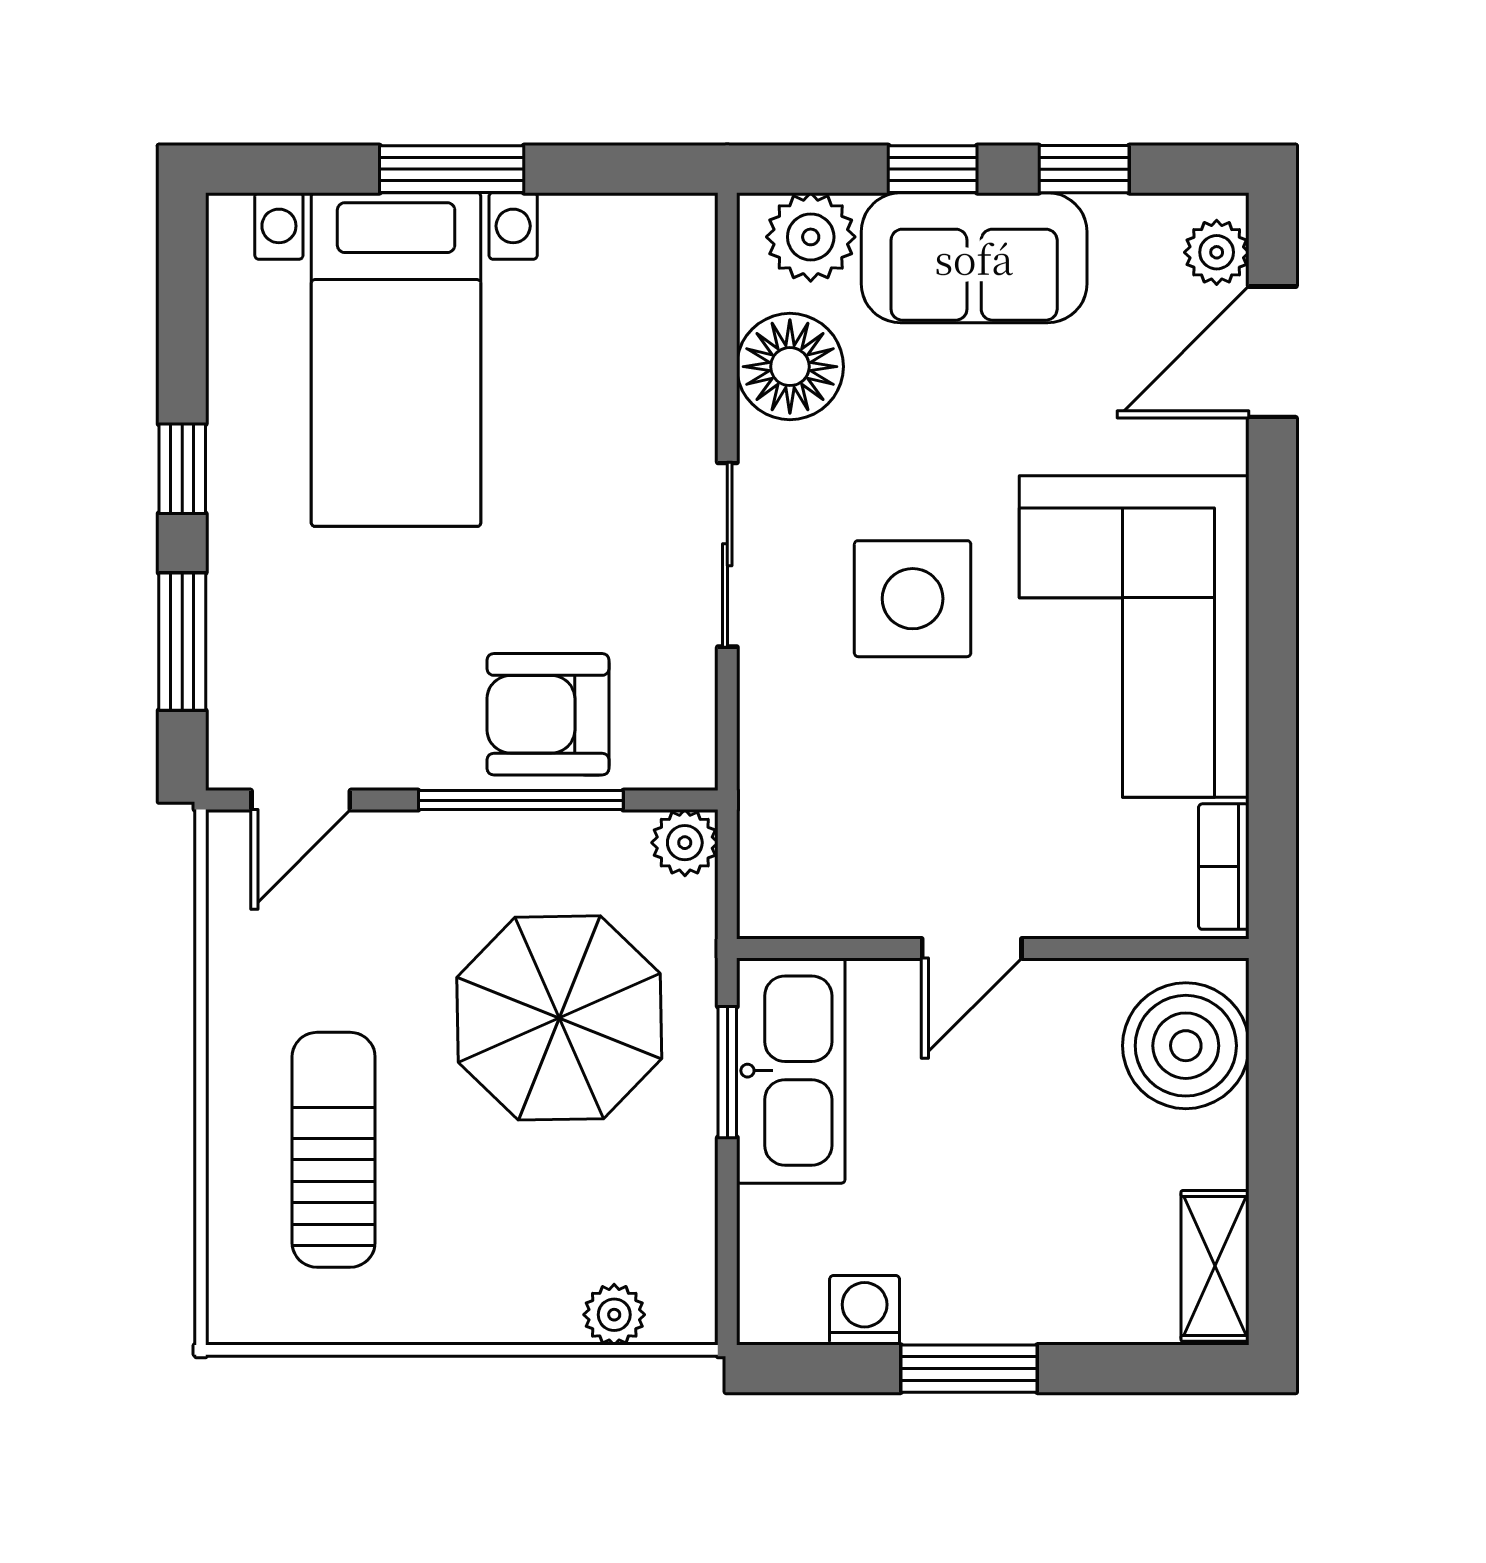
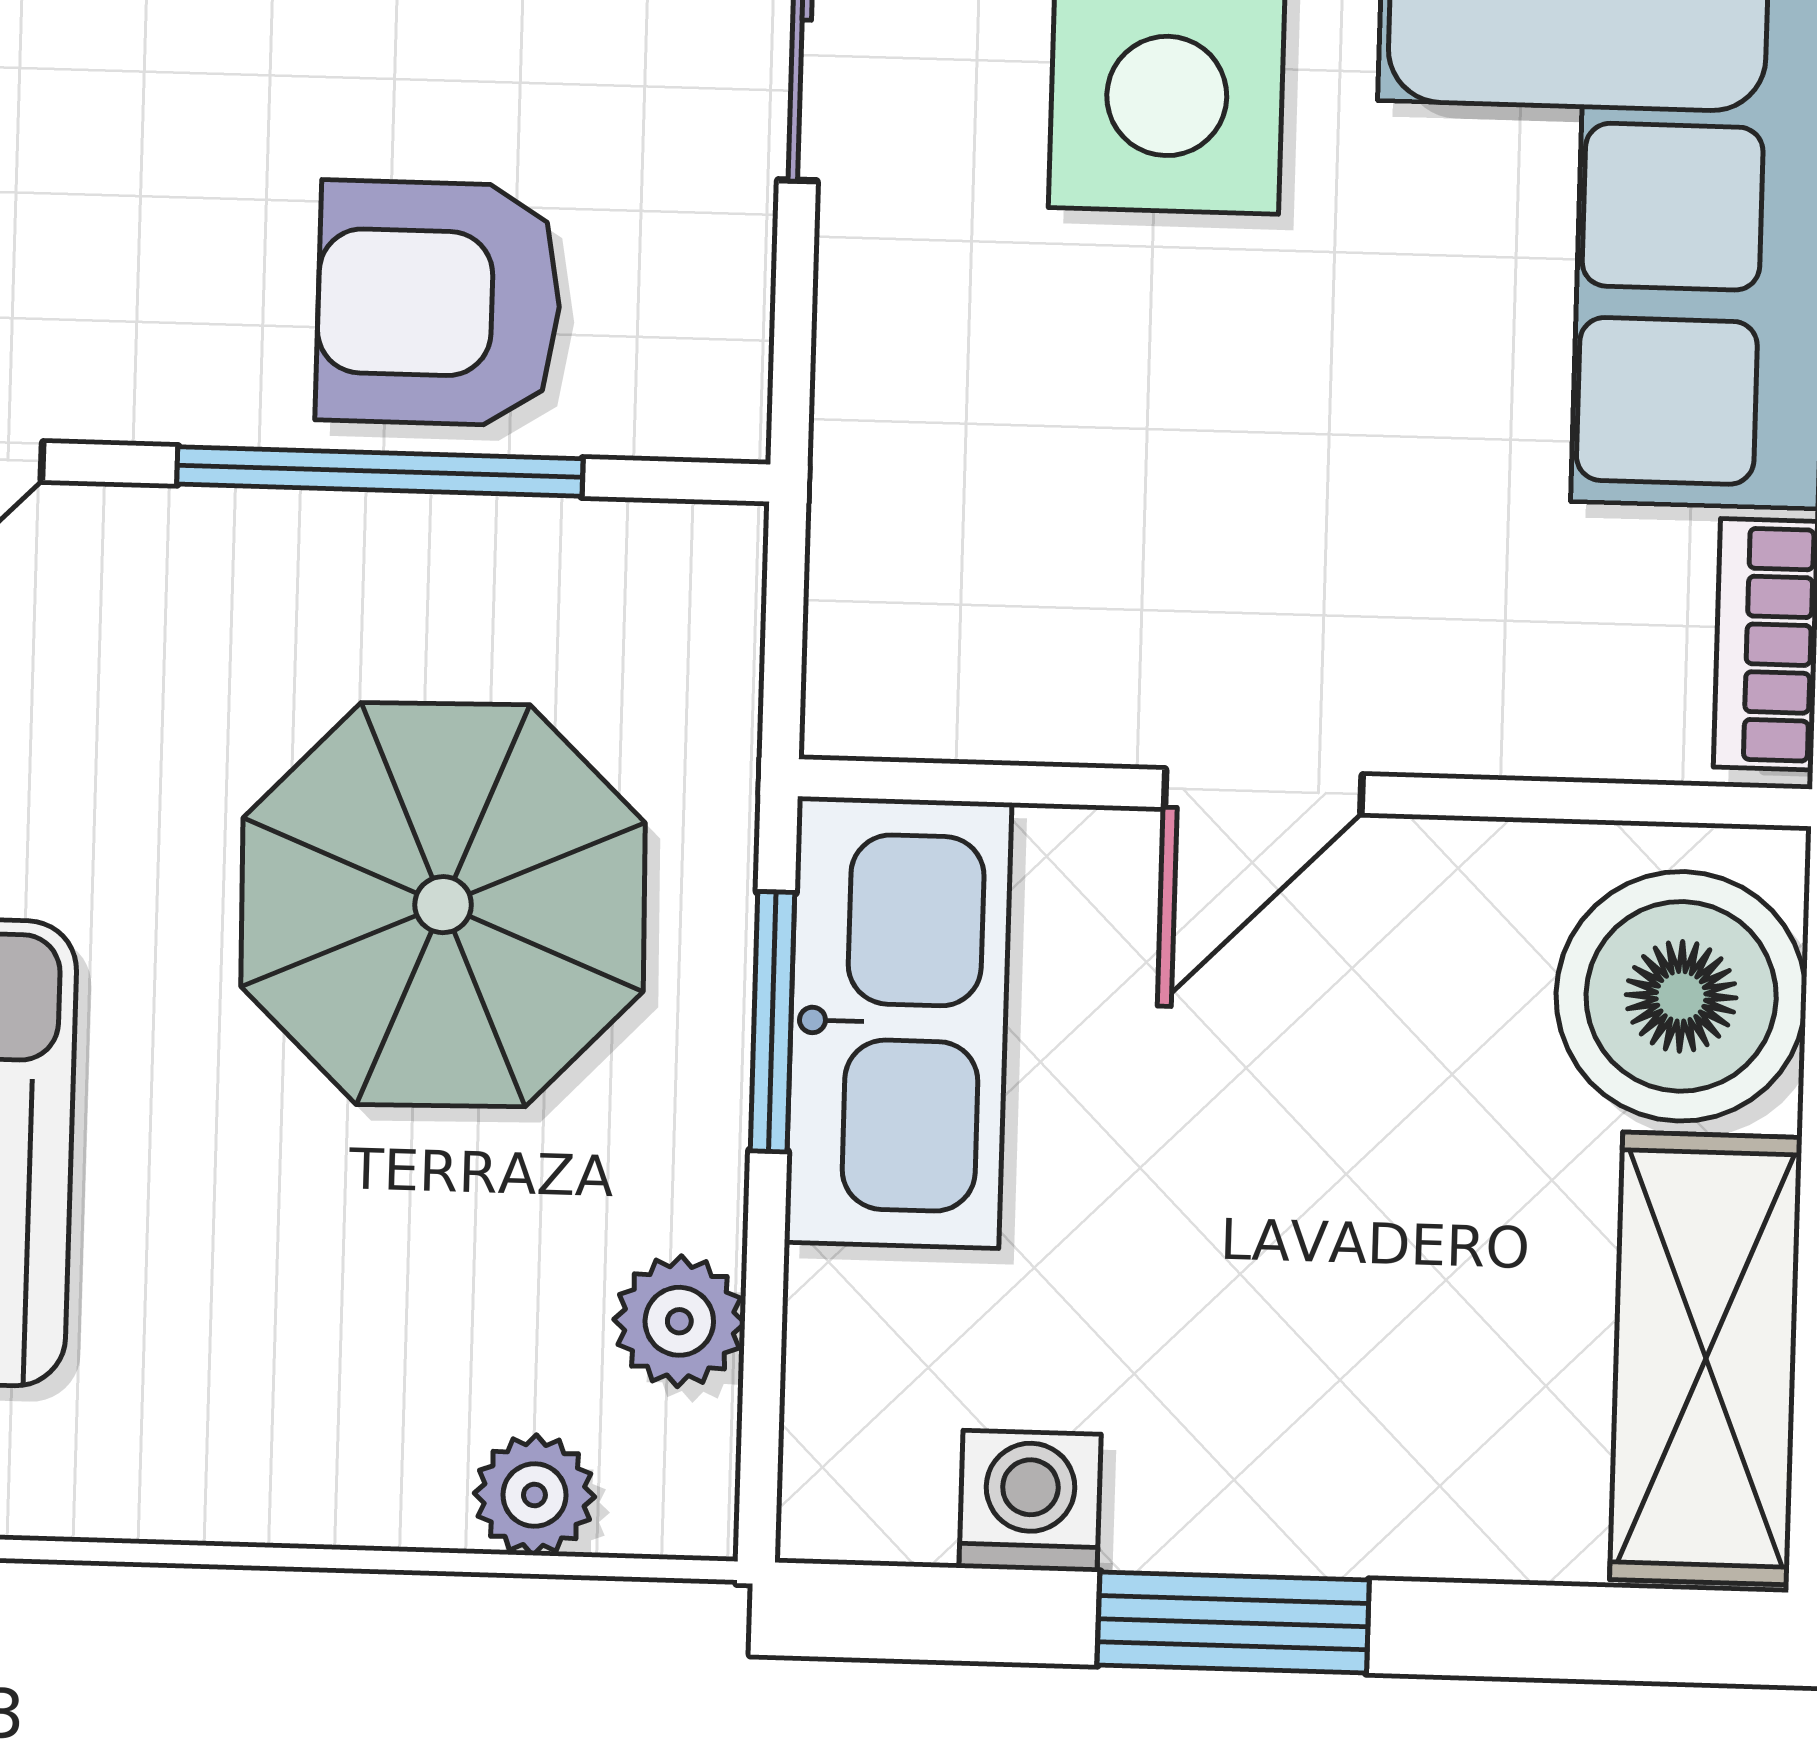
plant: (685, 843) -> (679, 1321), moved
shelving: (1215, 1266) -> (1706, 1358), width x1.50, depth x1.33

